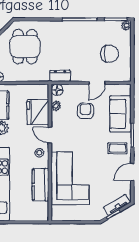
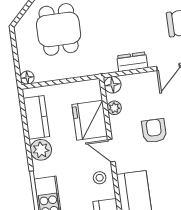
dresser: (60, 76) -> (132, 62), moved
armchair: (86, 111) -> (154, 131), moved

